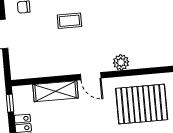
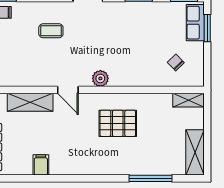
pallet: (142, 104) -> (118, 123), width x0.73, depth x0.71

